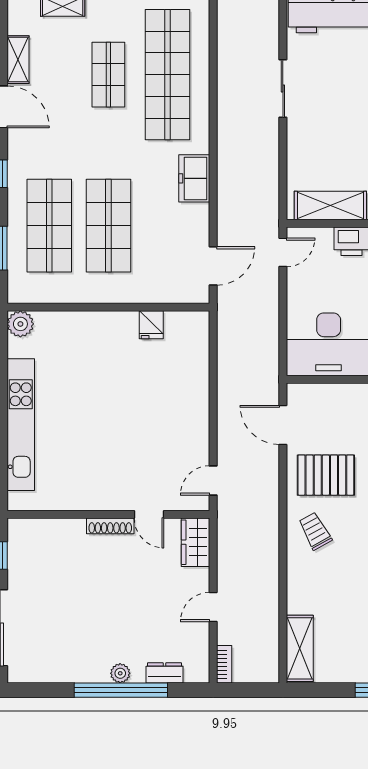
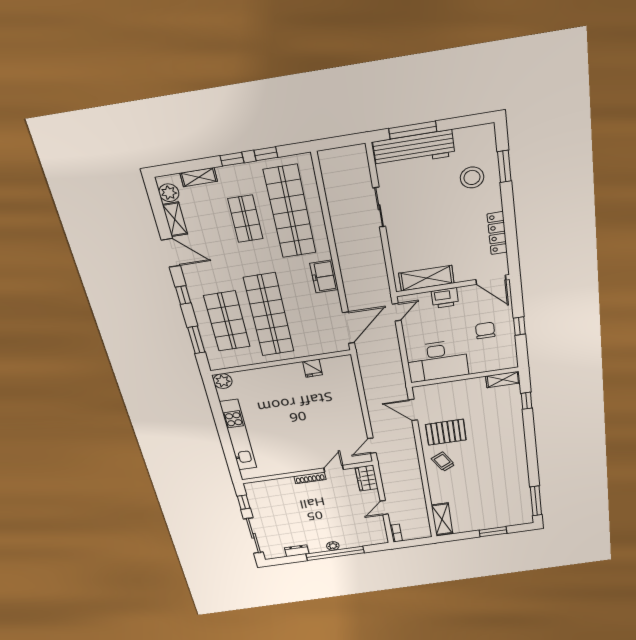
plant: (20, 21) -> (169, 193), added
shop shelf: (108, 226) -> (269, 315), width x1.40
door: (213, 266) -> (349, 328), width x1.36
door: (149, 514) -> (334, 469), swing flipped
dresser: (165, 673) -> (297, 551), moved

